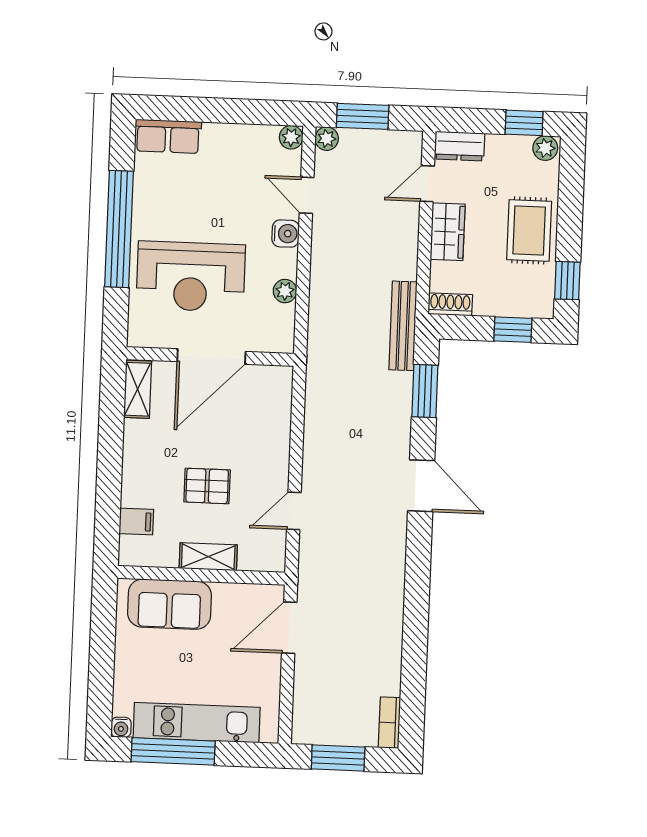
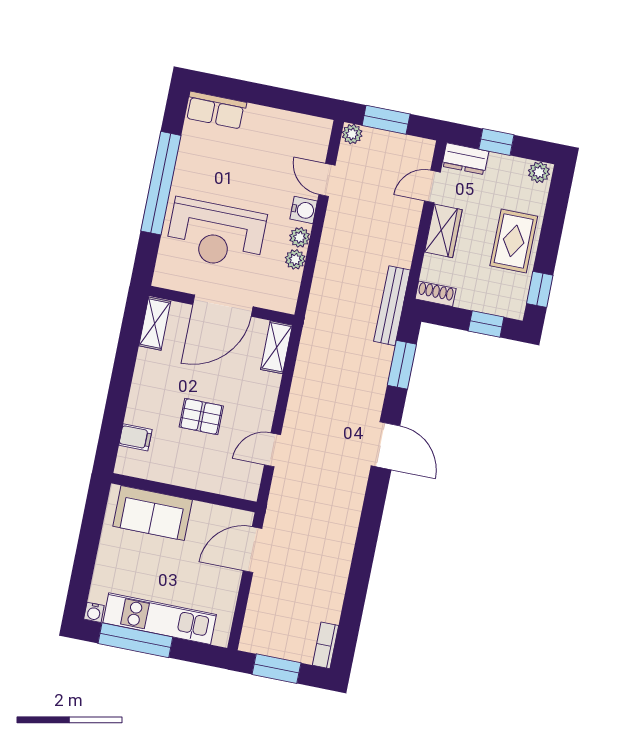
window: (524, 123) -> (496, 142), moved
plant: (291, 137) -> (300, 237), moved
shelving: (208, 557) -> (276, 347), moved, turned 90

